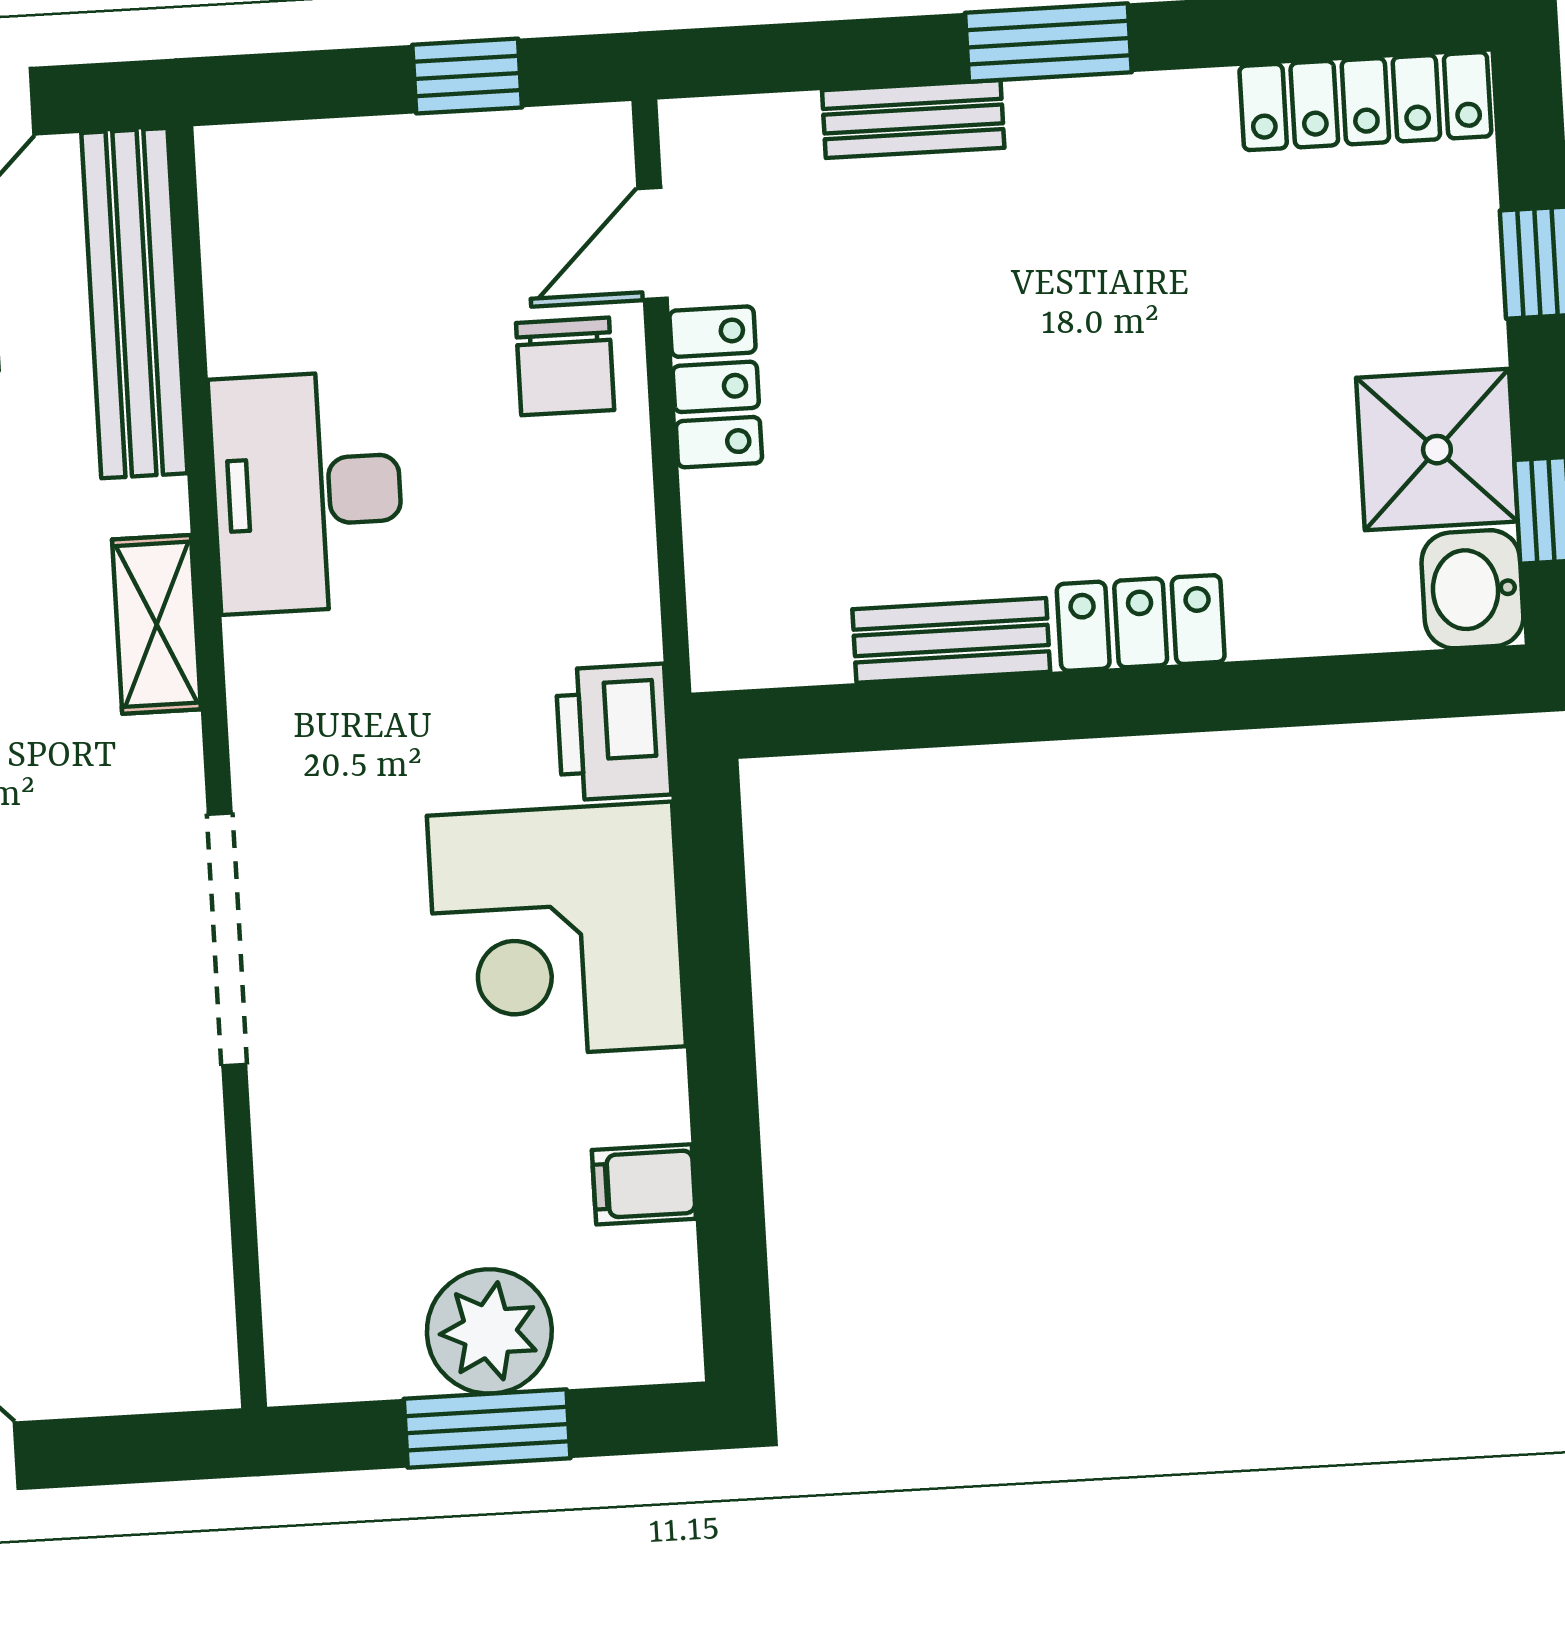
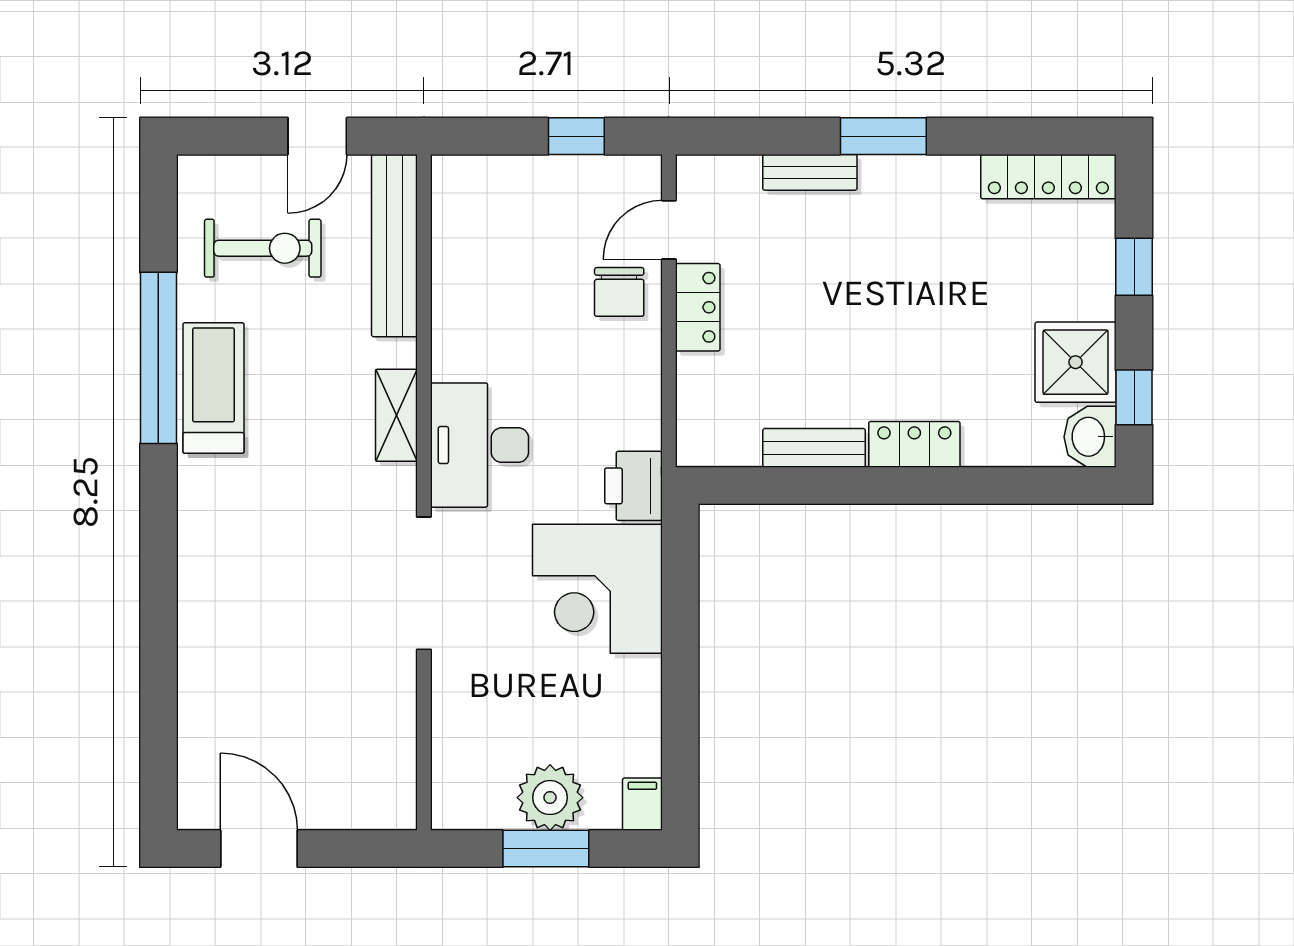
desk: (307, 492) -> (480, 445), moved
filing cabinet: (644, 1184) -> (642, 804), moved, turned 90

